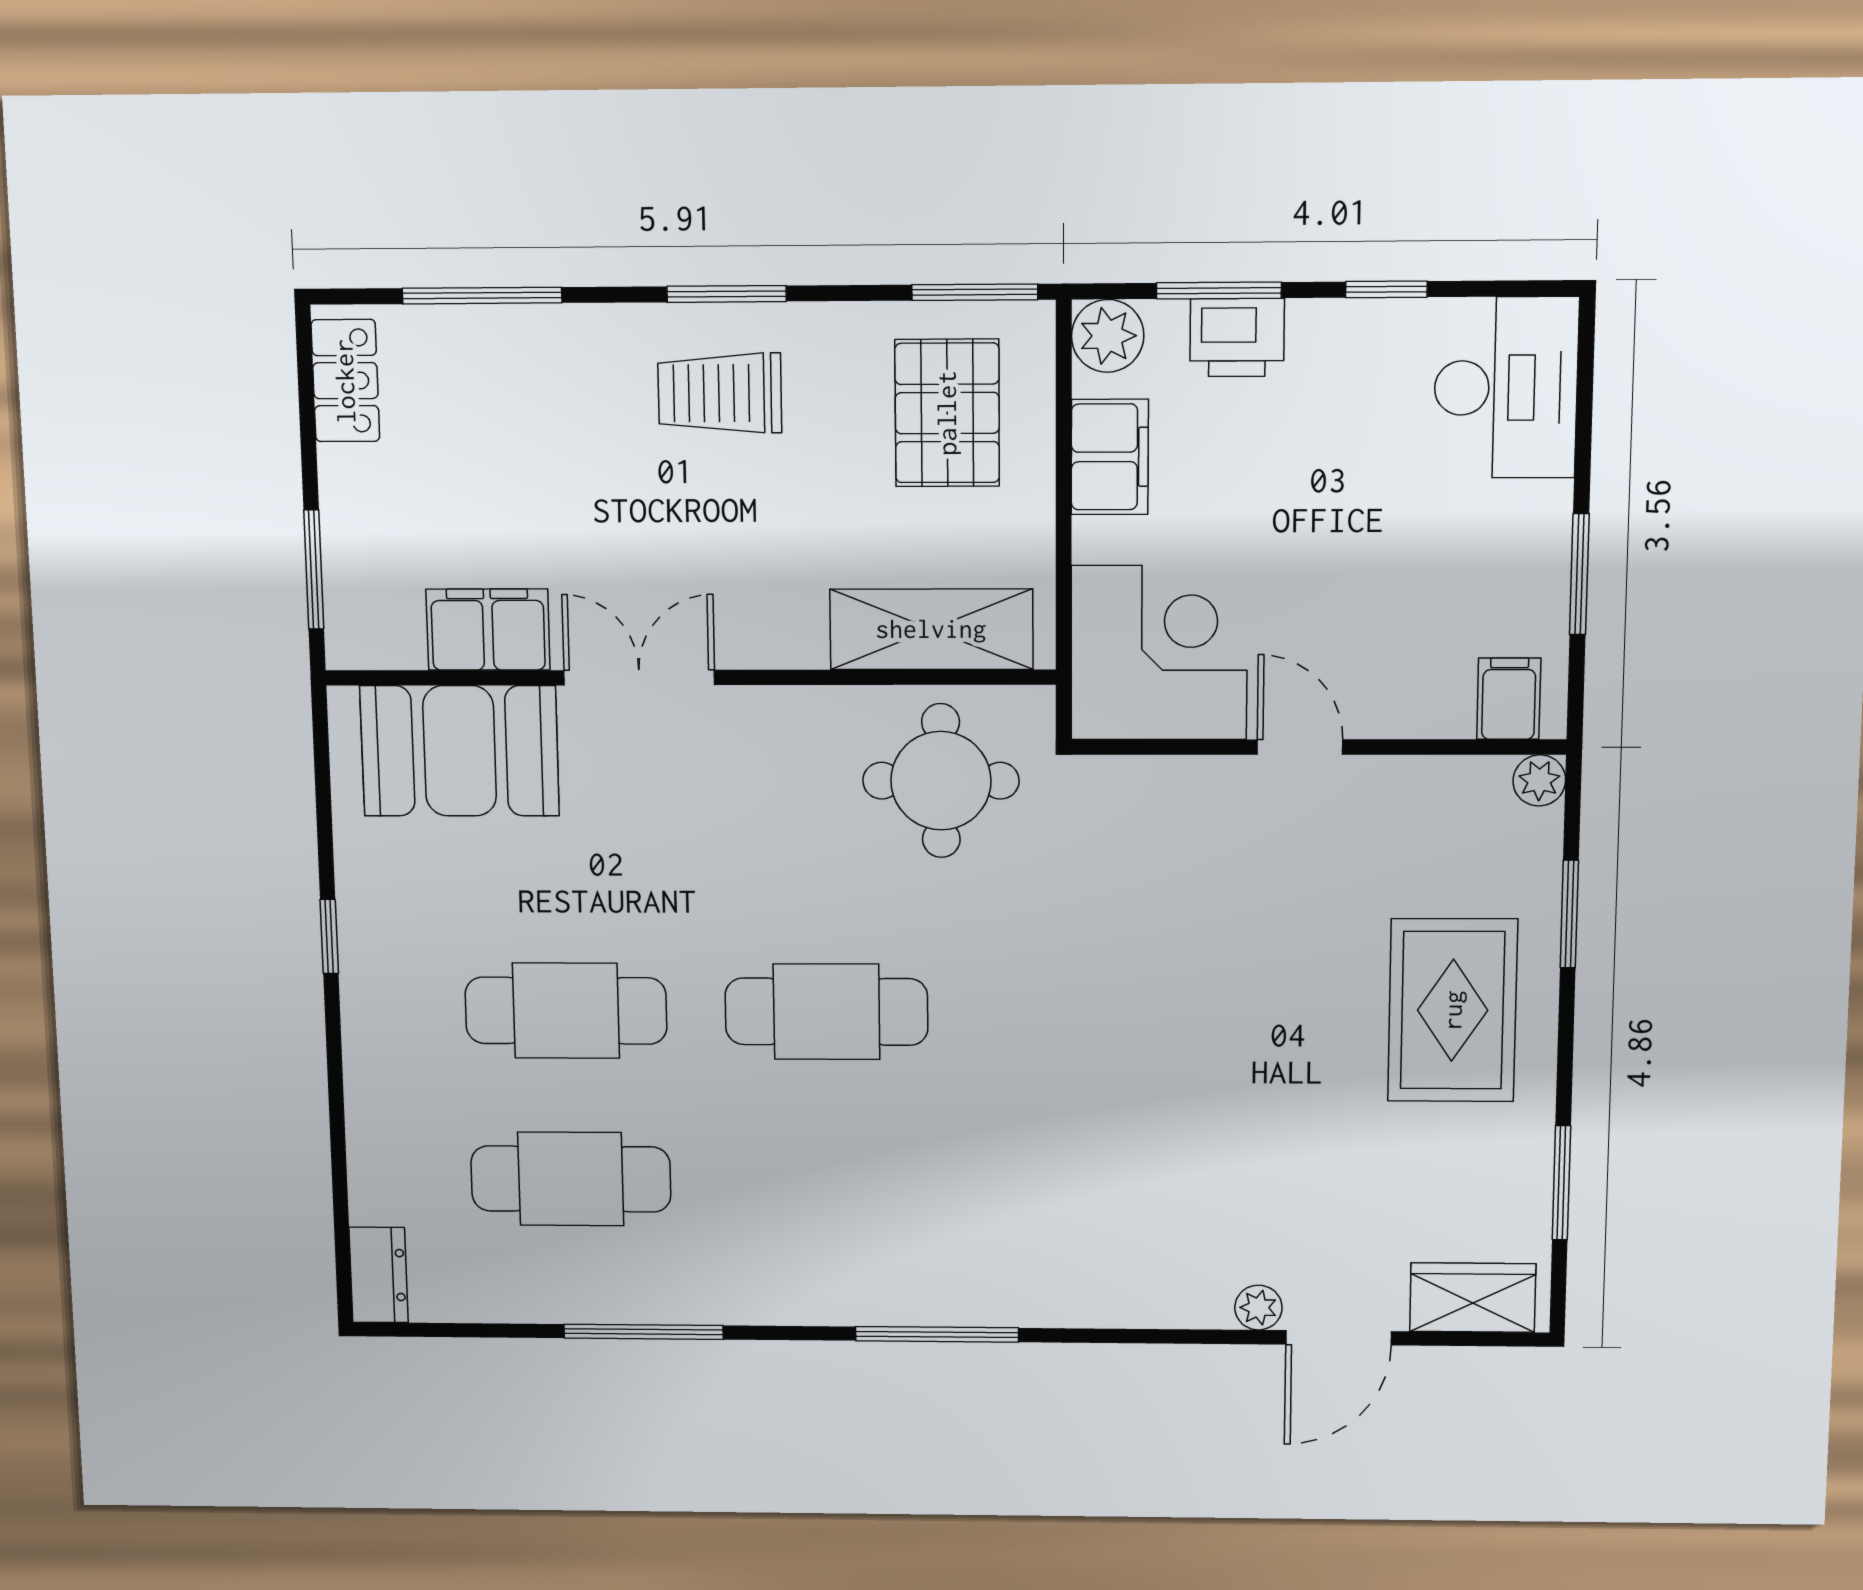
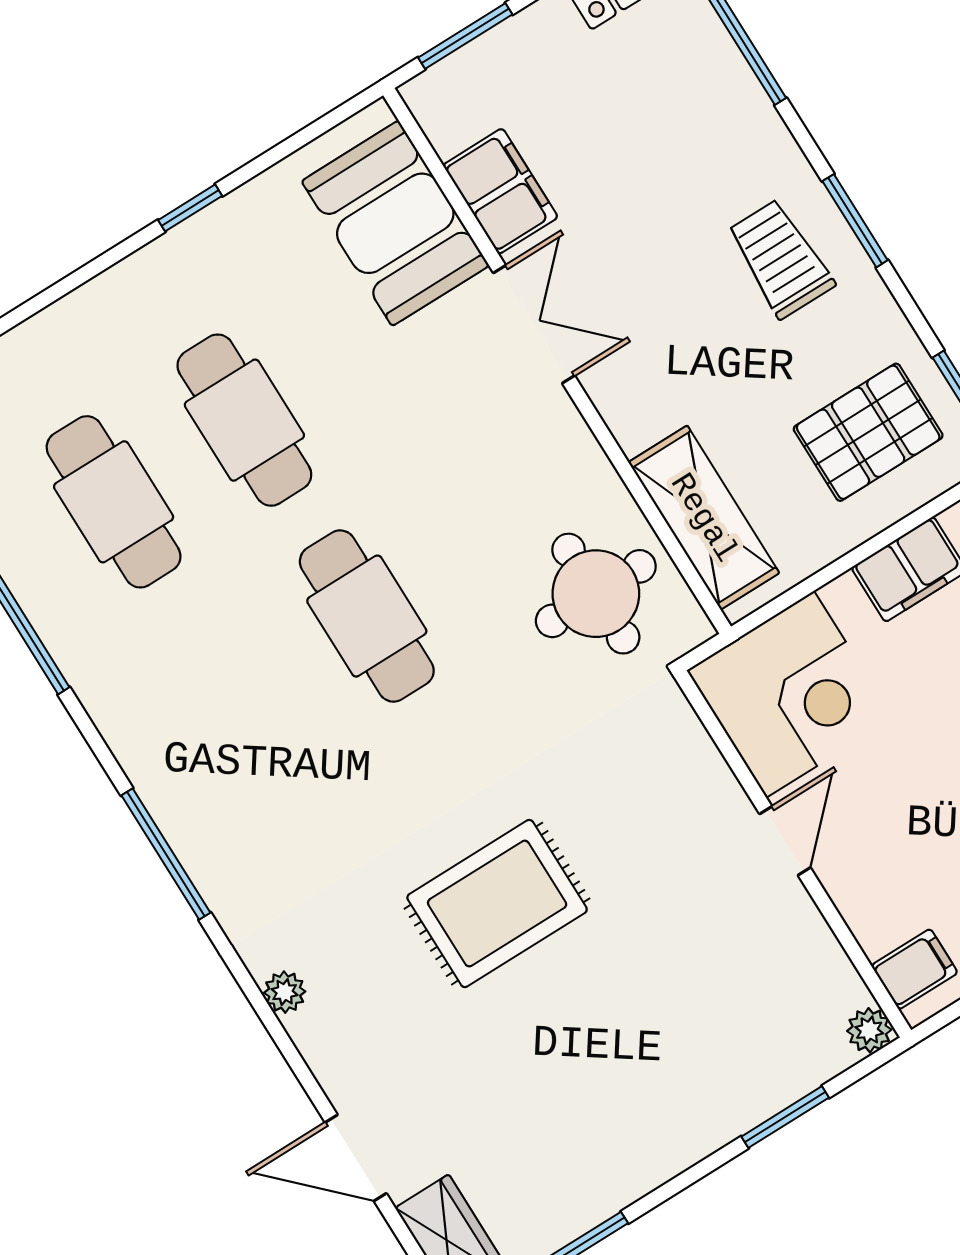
rug: (1453, 1010) -> (497, 904), moved
plant: (1258, 1308) -> (285, 992), moved

